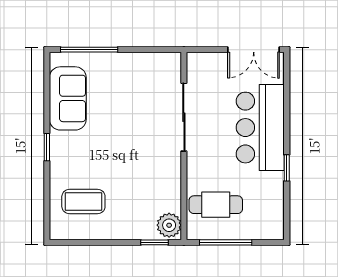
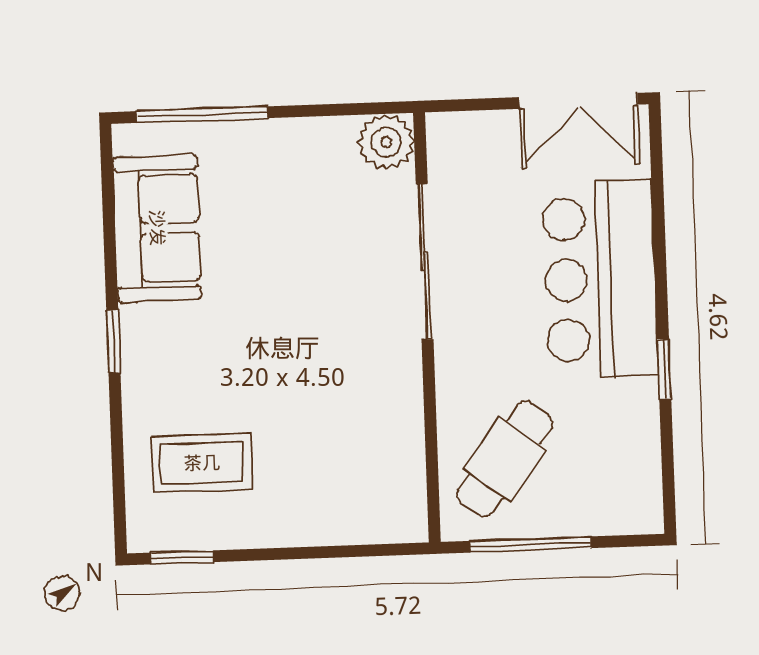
cafe table: (216, 205) -> (505, 459), turned -53
plant: (169, 225) -> (386, 142), moved
window: (155, 242) -> (182, 557), moved

